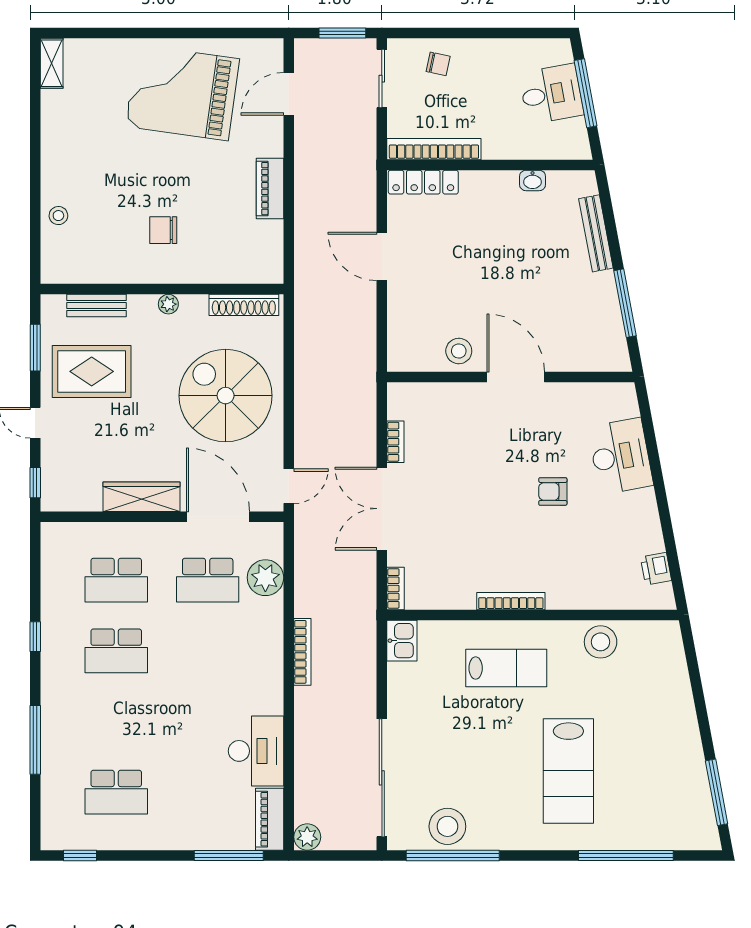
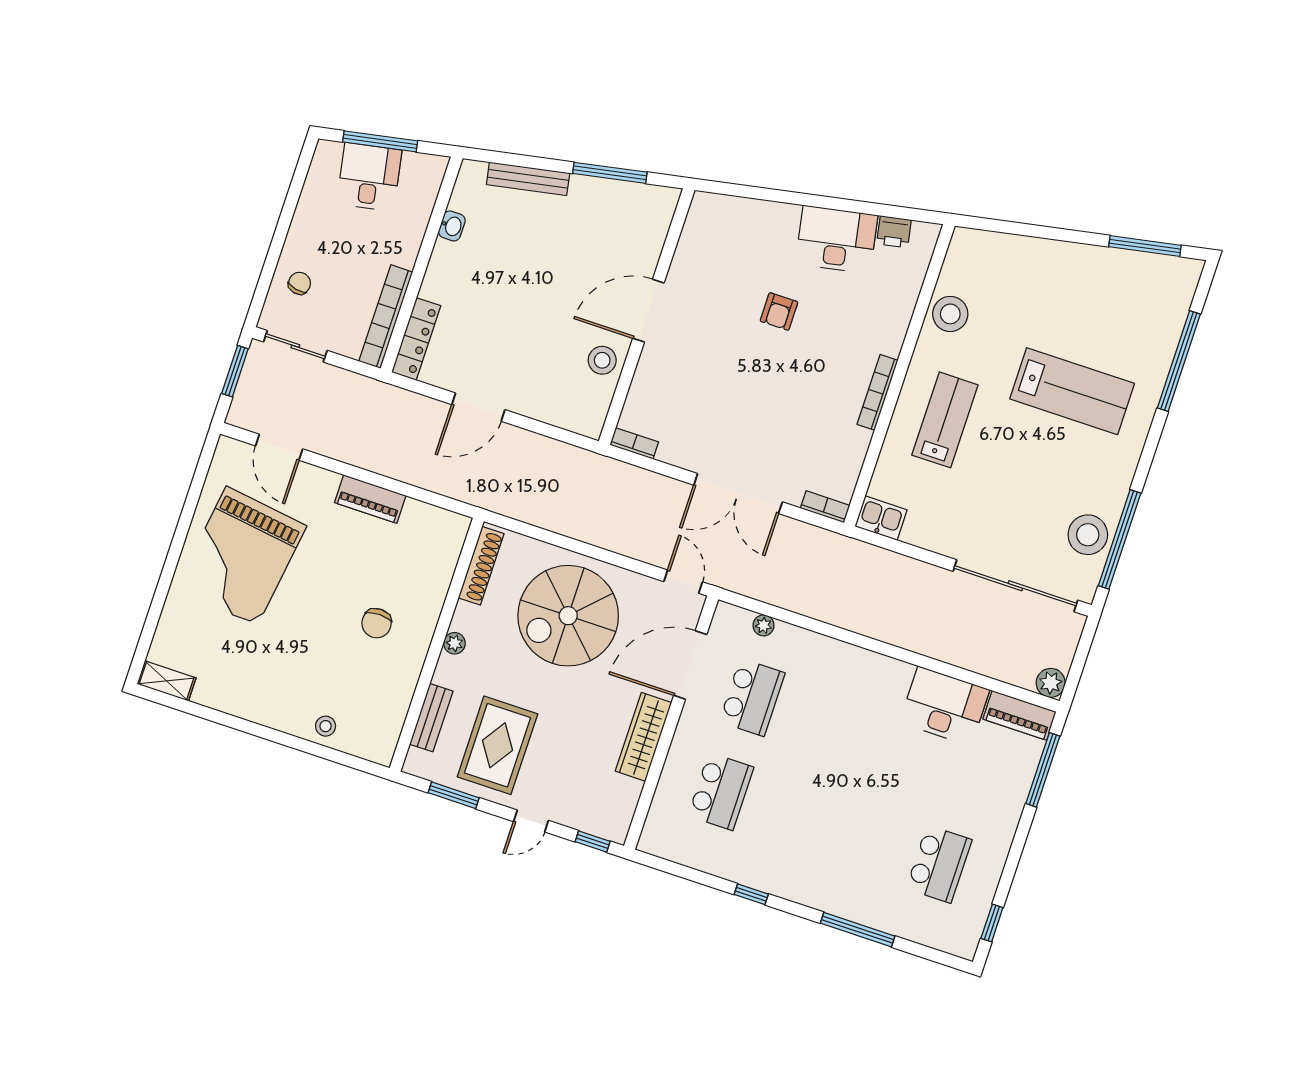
bookcase: (395, 442) -> (634, 443), moved
desk: (620, 456) -> (837, 240), moved
plant: (265, 578) -> (764, 625), width x0.53, depth x0.53
school desk: (116, 651) -> (794, 816), removed
bookcase: (302, 652) -> (858, 624), removed

